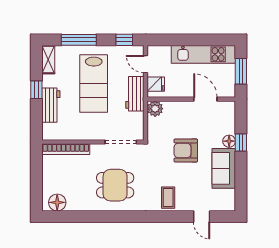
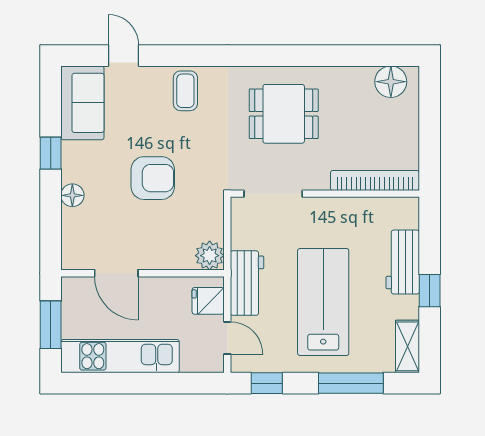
window: (241, 143) -> (51, 153), moved
sofa: (224, 168) -> (82, 103), moved

